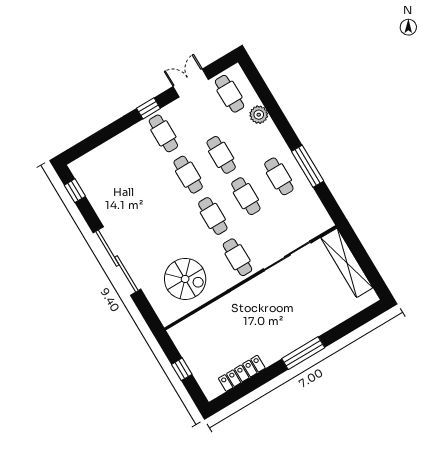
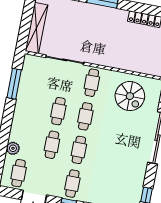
window: (308, 166) -> (14, 84), moved
cafe table: (279, 176) -> (31, 106), removed
spiral stairs: (185, 279) -> (130, 96), turned 180

